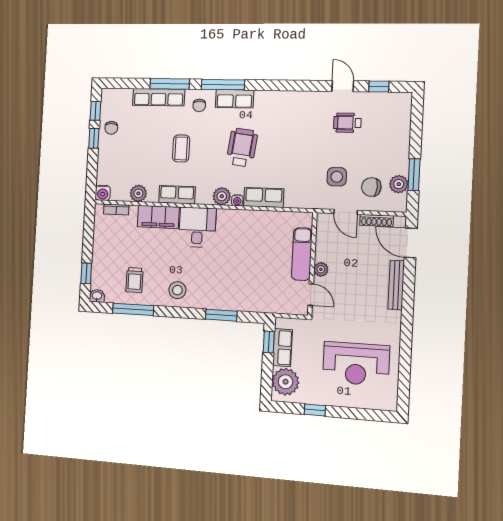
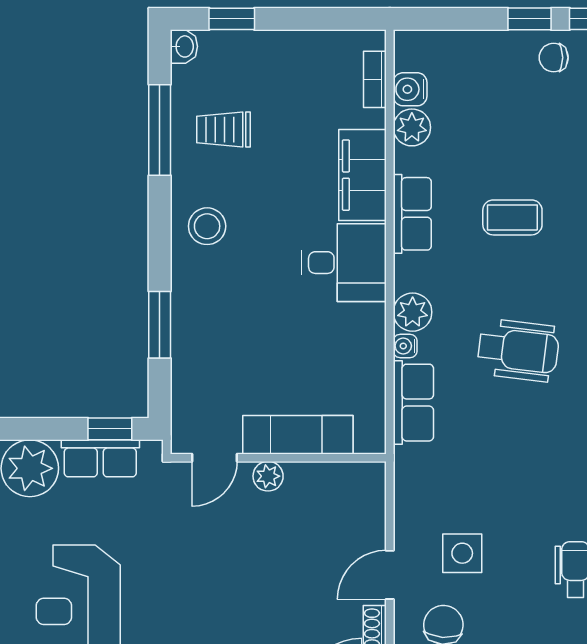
water cooler: (103, 193) -> (410, 89), moved
exam couch: (302, 254) -> (298, 435), moved
wall: (312, 264) -> (278, 458), moved
plant: (321, 269) -> (268, 476), moved
door: (311, 295) -> (215, 458), moved

